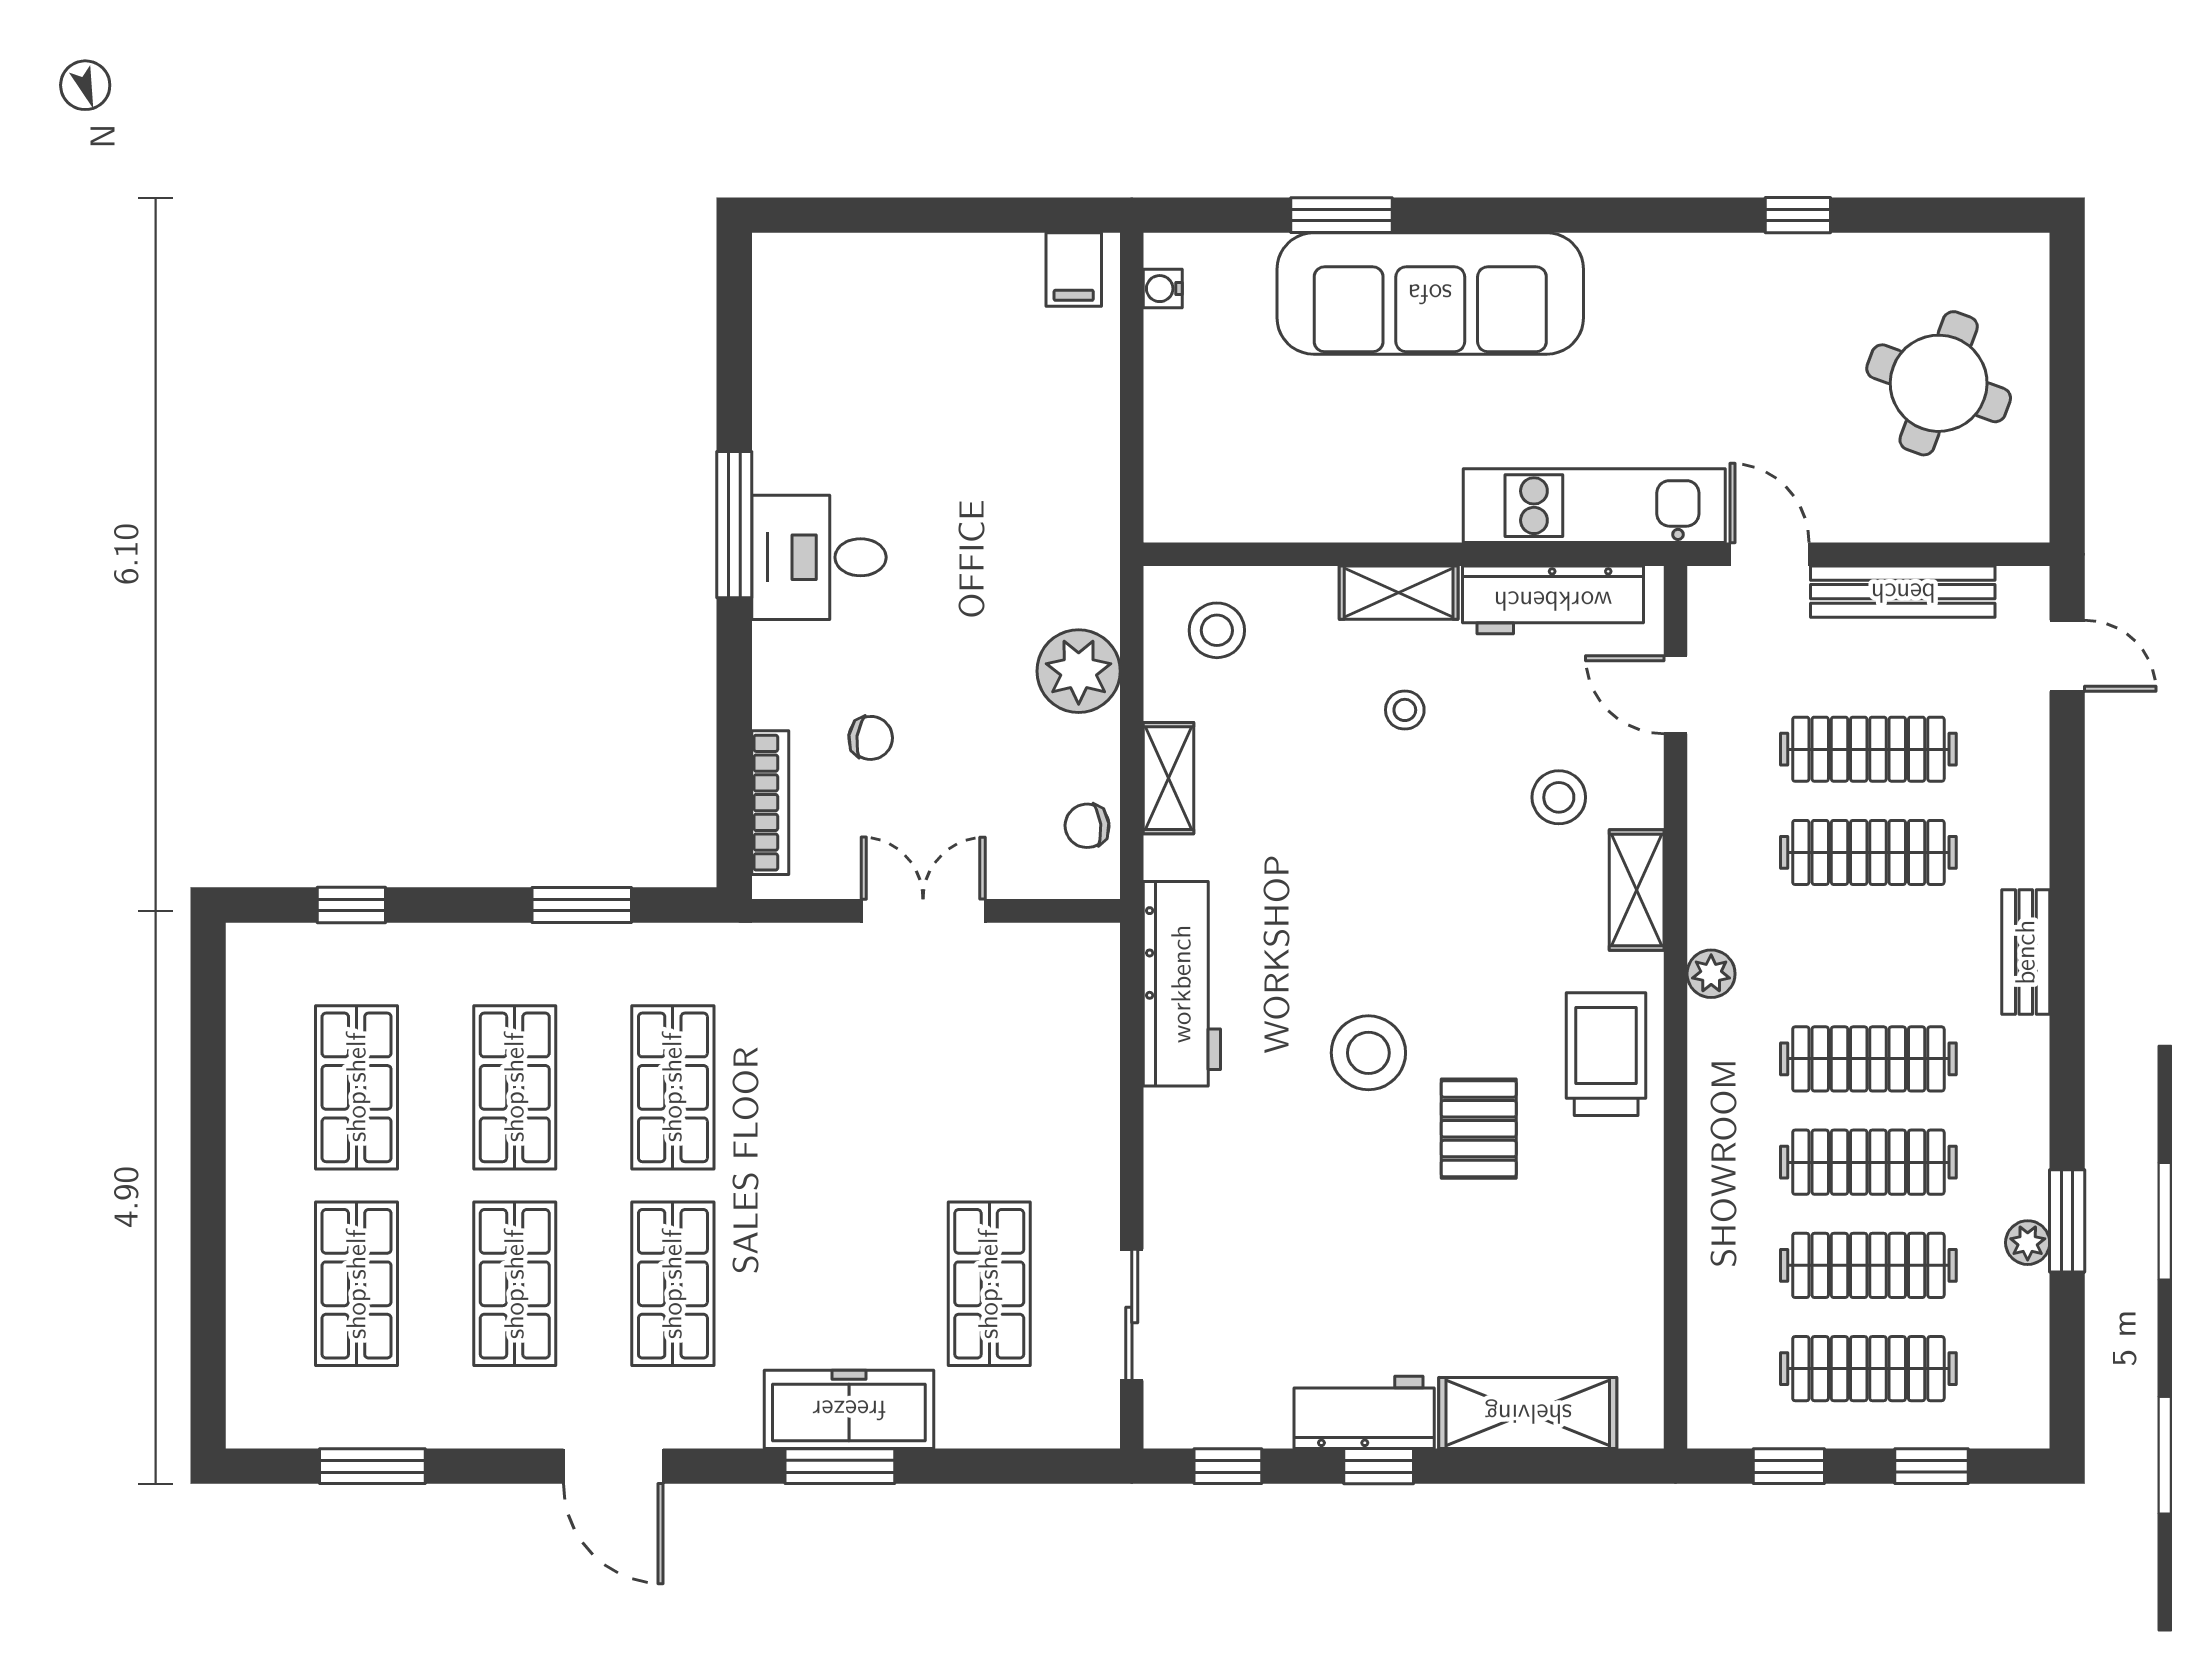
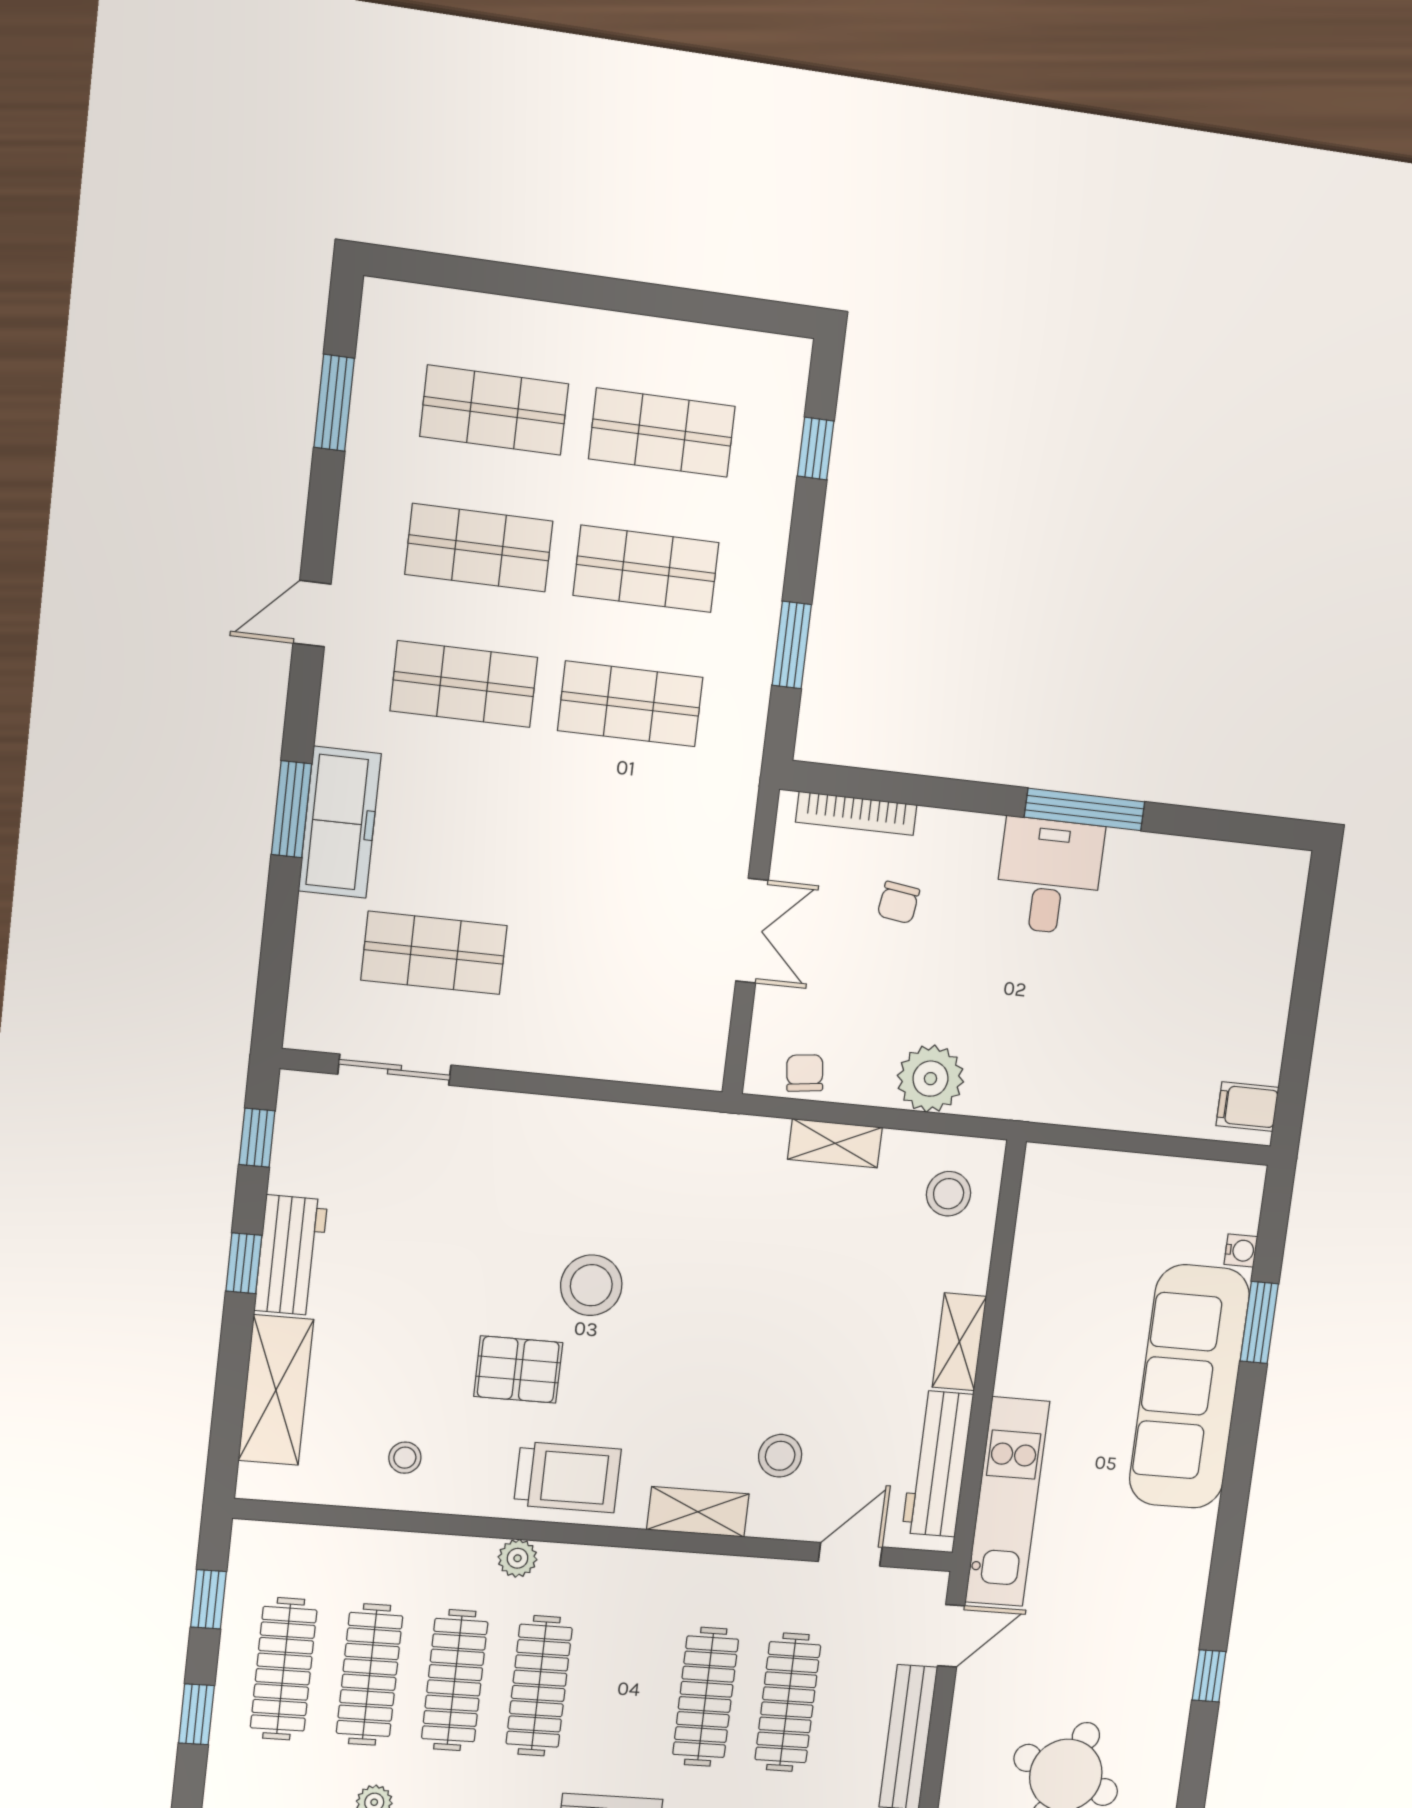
water cooler: (1163, 289) -> (1241, 1250), moved, turned 90
stool: (1405, 710) -> (405, 1458), moved
plant: (1711, 974) -> (518, 1558), moved
workbench: (1182, 984) -> (666, 1138), removed
door: (613, 1466) -> (312, 614), width x0.73

